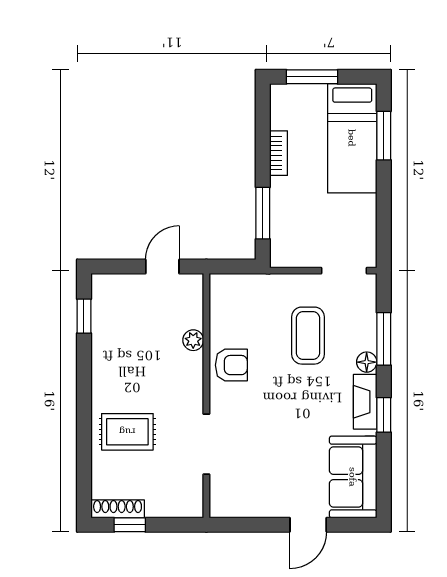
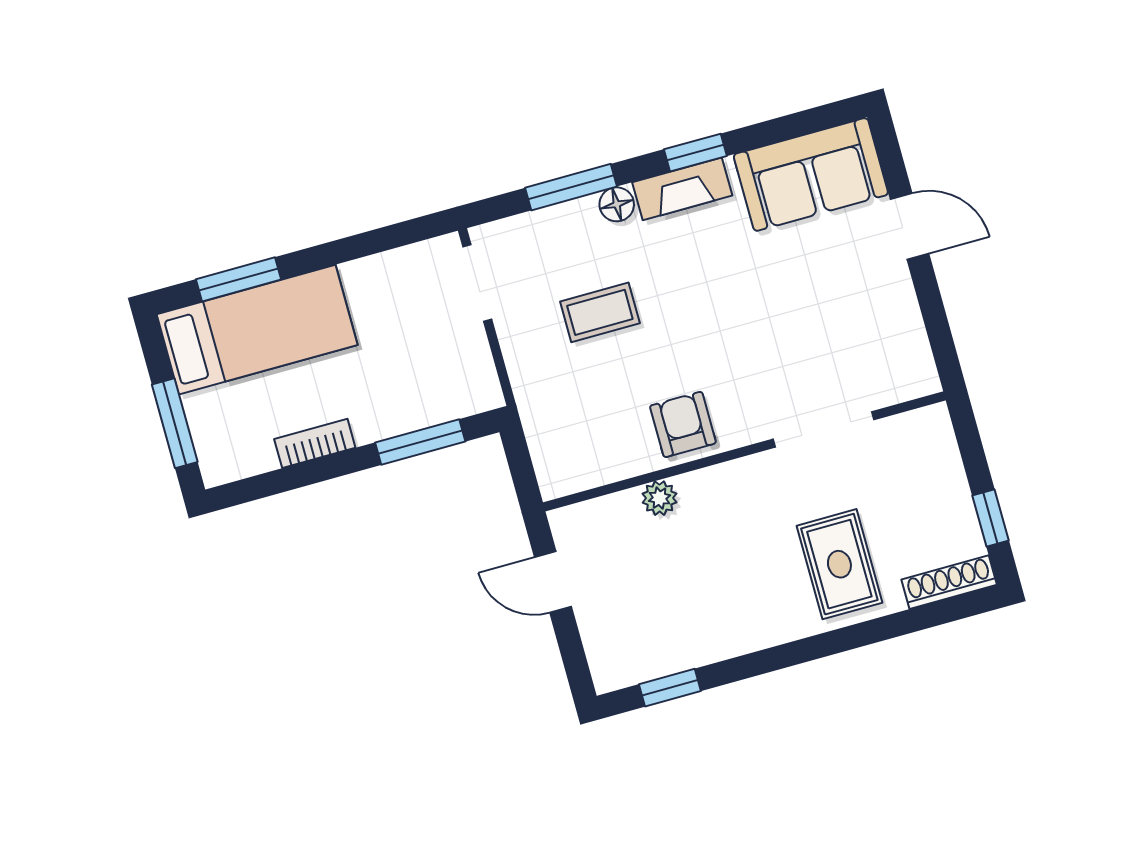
coffee table: (308, 336) -> (600, 312), width x0.73, depth x0.77
shoe rack: (118, 509) -> (949, 582), moved, turned 90

